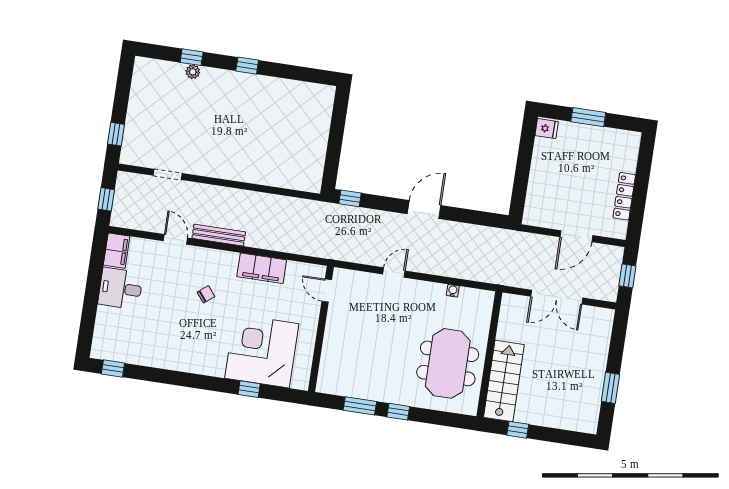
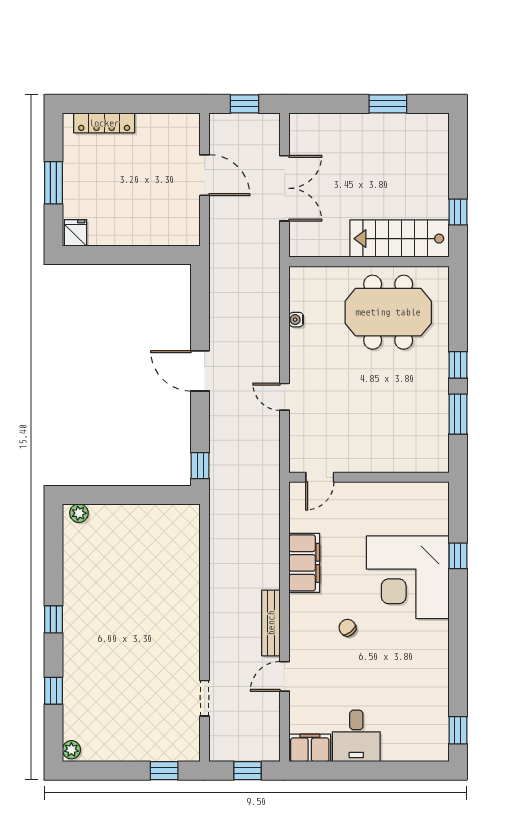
plant: (193, 72) -> (71, 750), moved
plant: (327, 98) -> (79, 513), added
locker: (624, 196) -> (104, 123), moved
corner desk: (262, 351) -> (408, 577), moved

